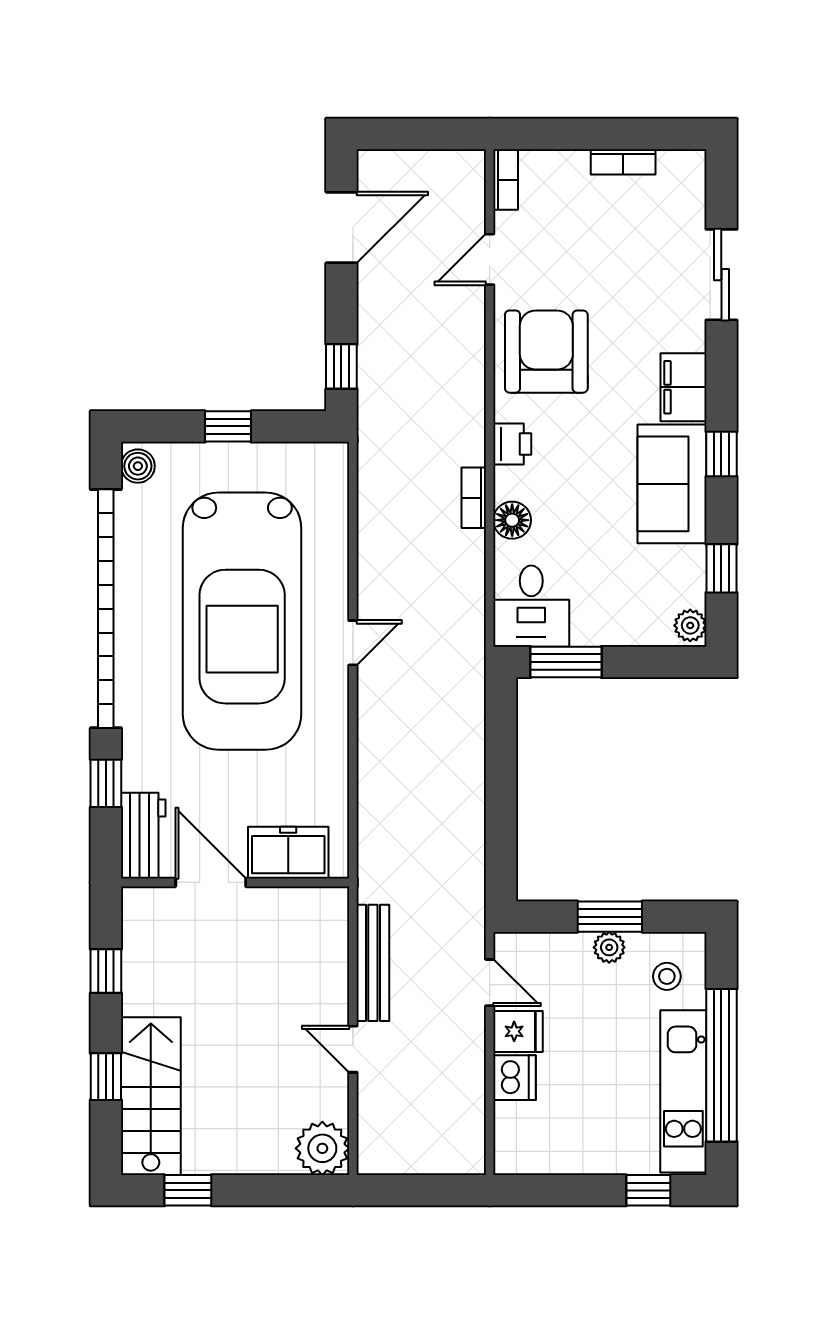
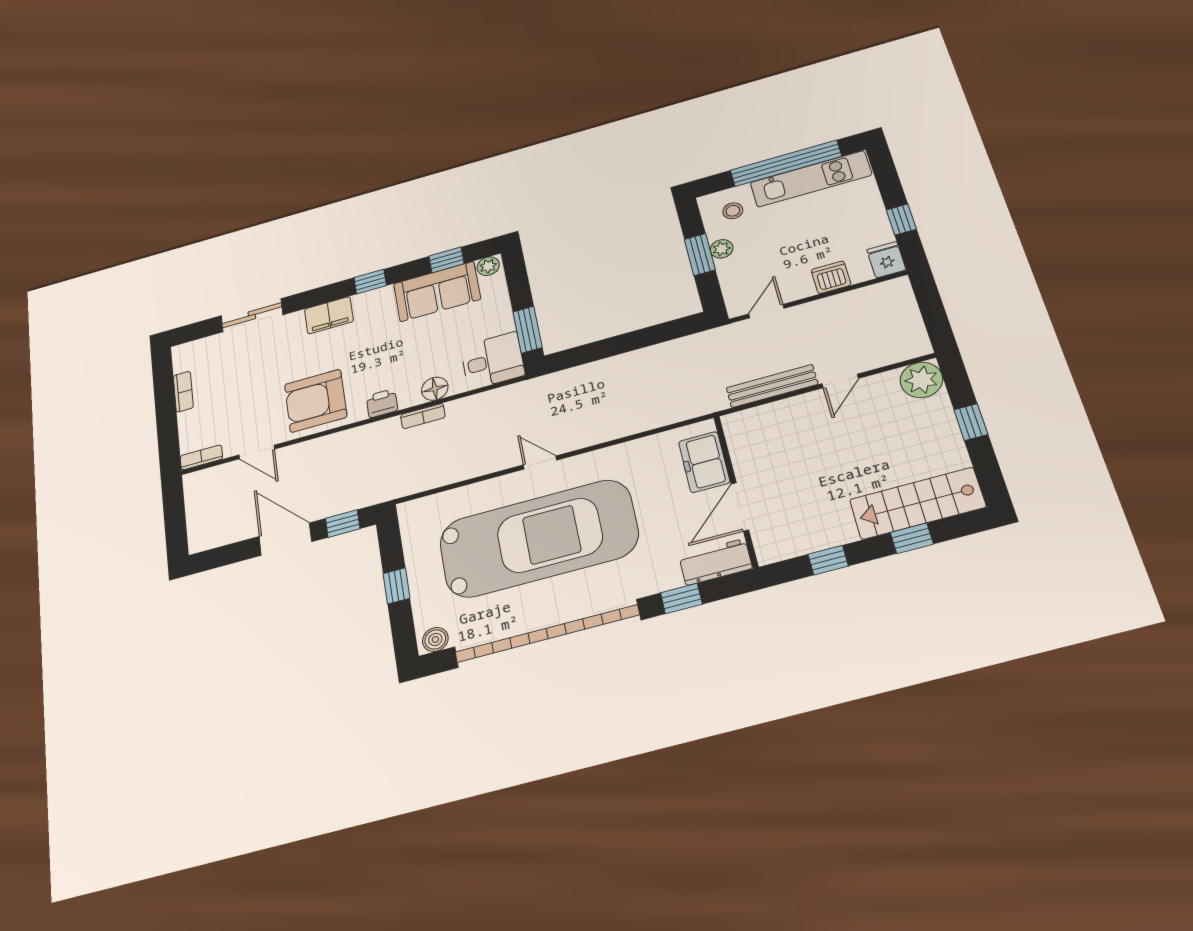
door: (341, 228) -> (285, 539), moved
sofa: (672, 484) -> (437, 291), moved
fridge: (518, 1031) -> (886, 260), moved
window: (188, 1190) -> (971, 422), moved
window: (648, 1190) -> (901, 219), moved

